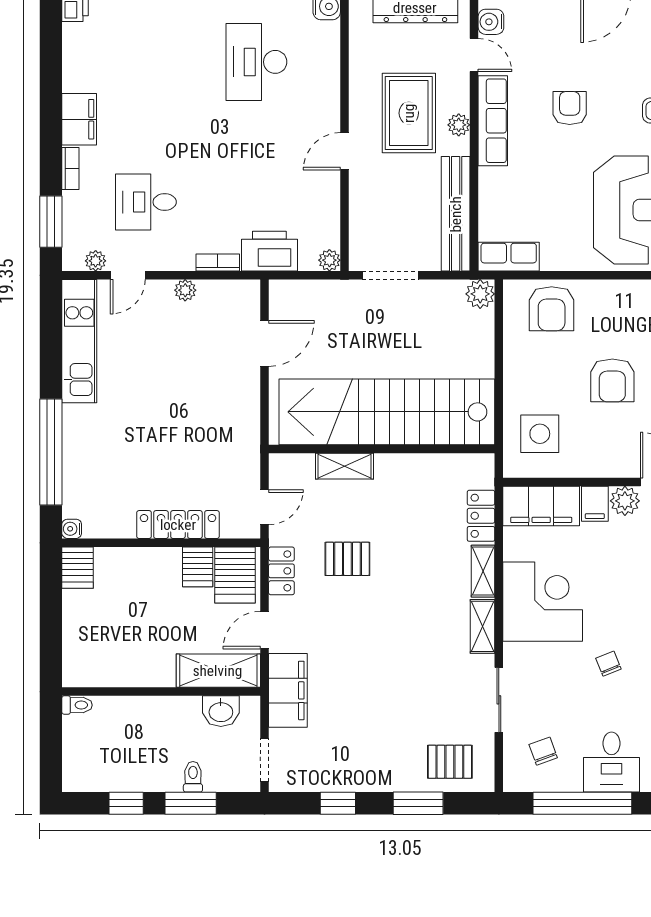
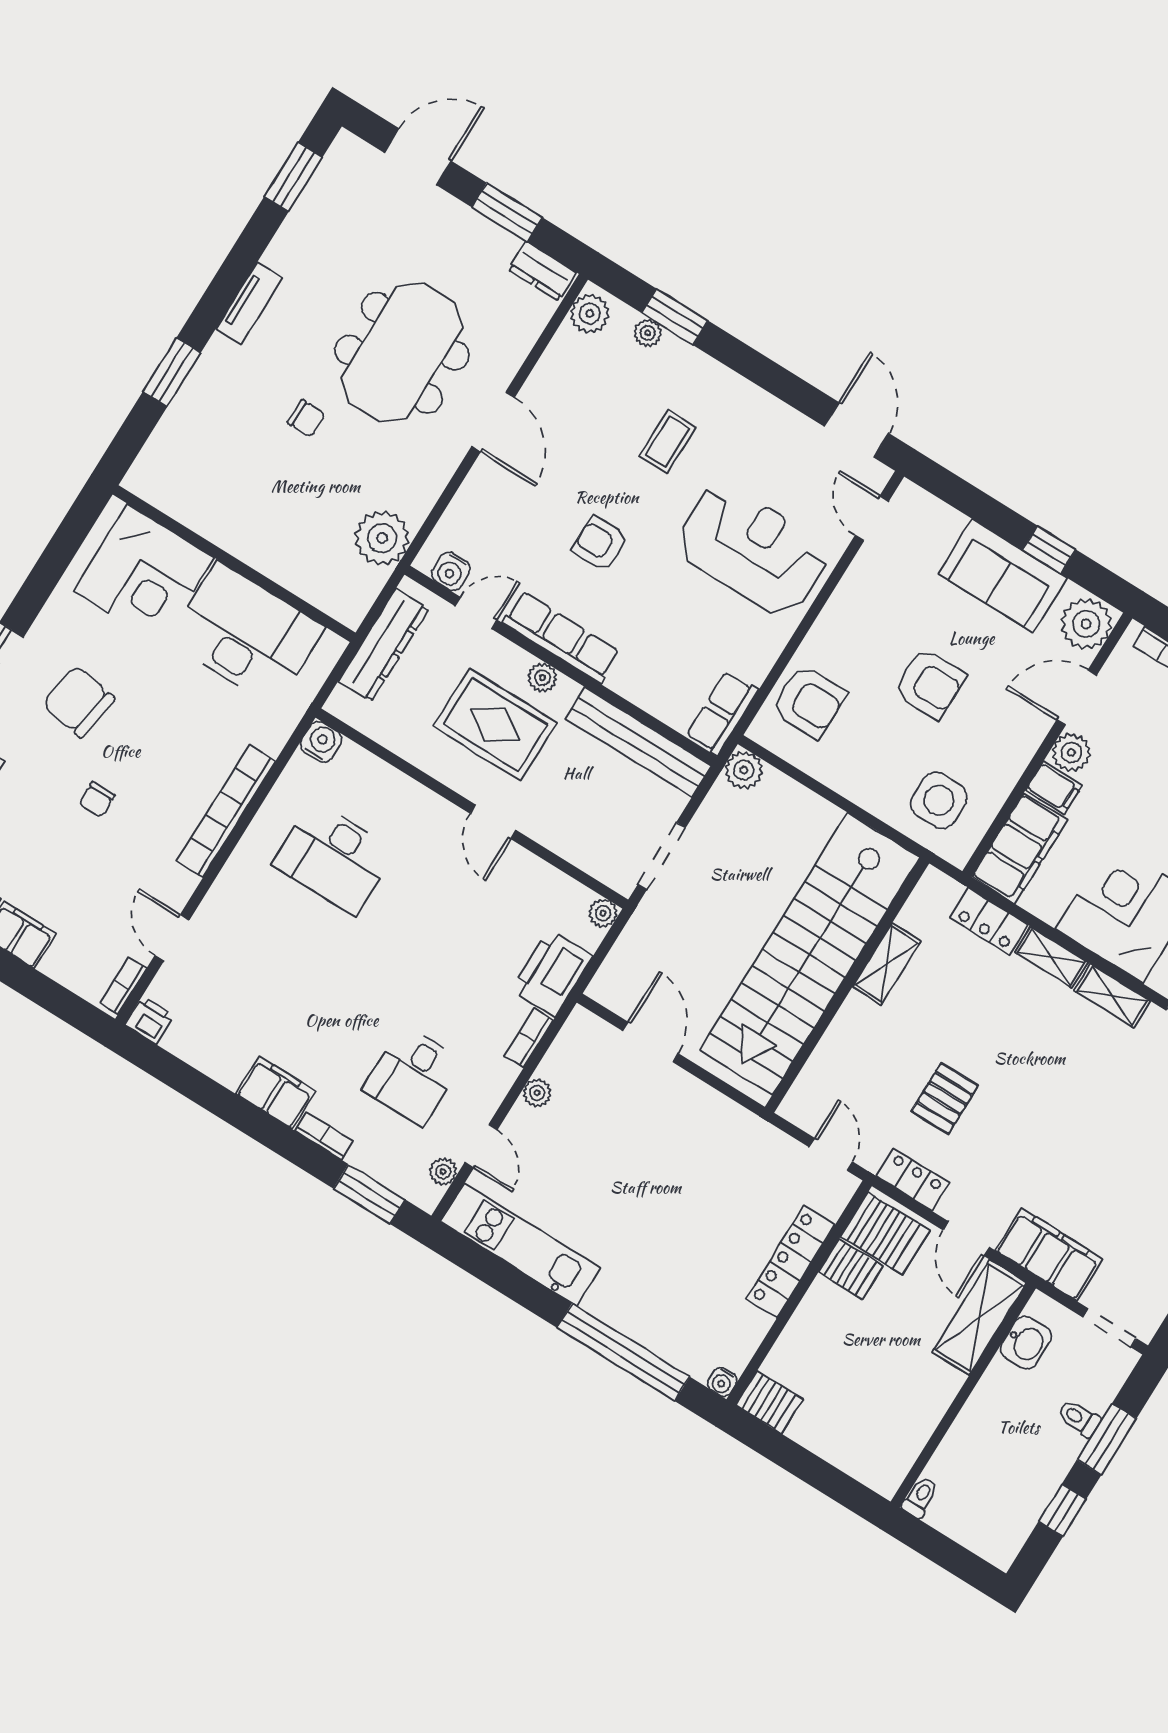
shelving: (345, 466) -> (887, 964), moved

